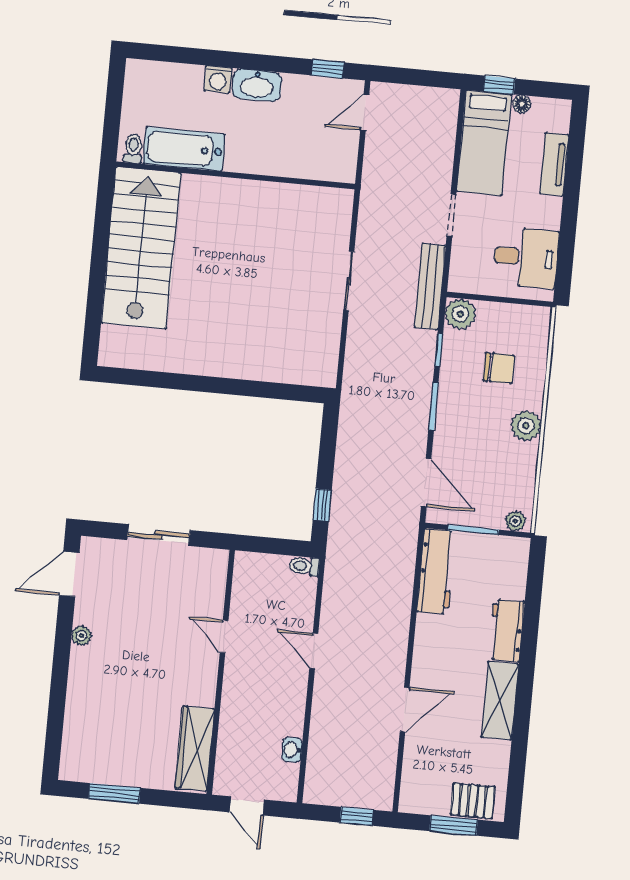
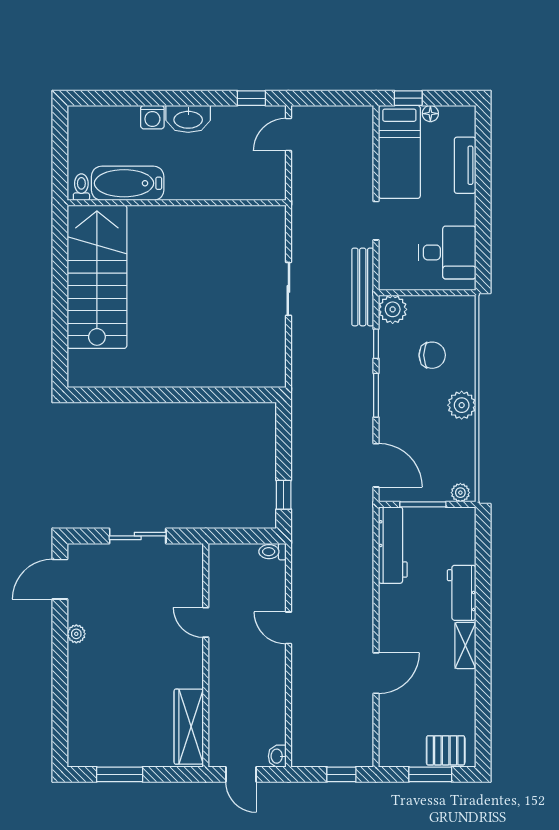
shelving: (500, 701) -> (465, 645), width x0.67, depth x0.75
washbasin: (292, 750) -> (277, 756), moved

